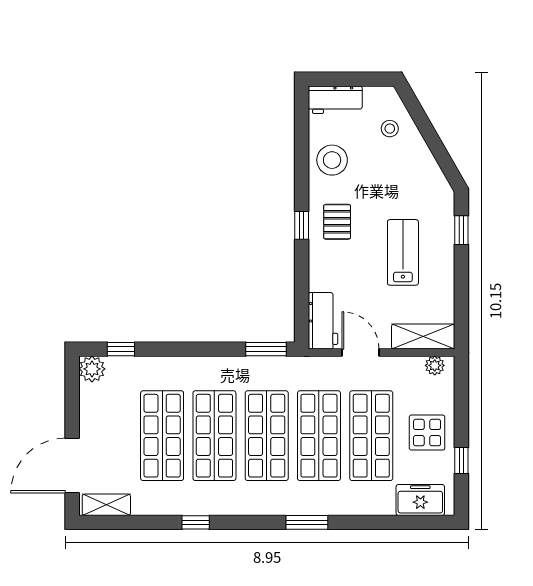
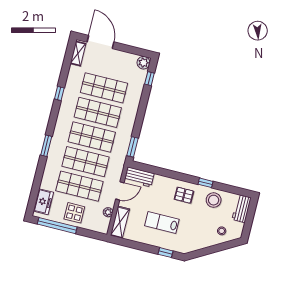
window: (302, 225) -> (206, 183), moved
lab bench: (403, 252) -> (162, 223), turned 180
plant: (435, 365) -> (108, 212), moved
window: (461, 461) -> (57, 226), width x3.17

